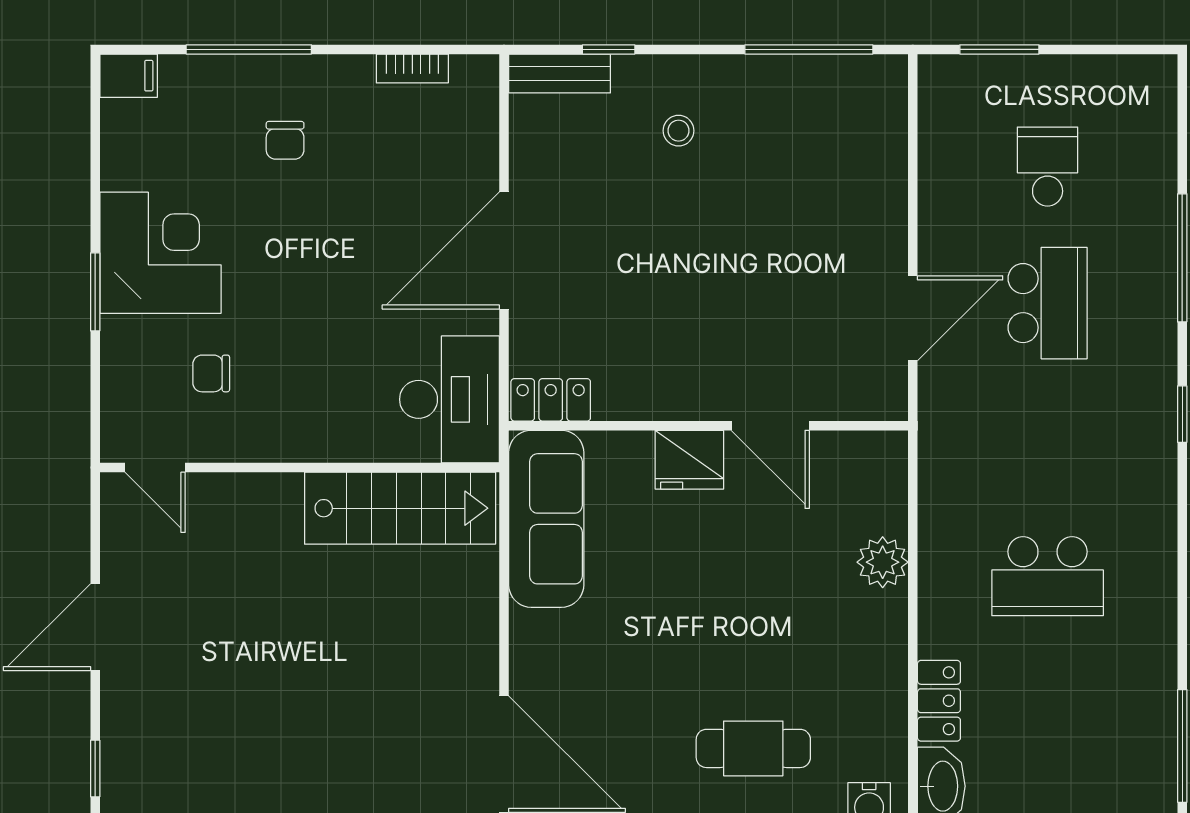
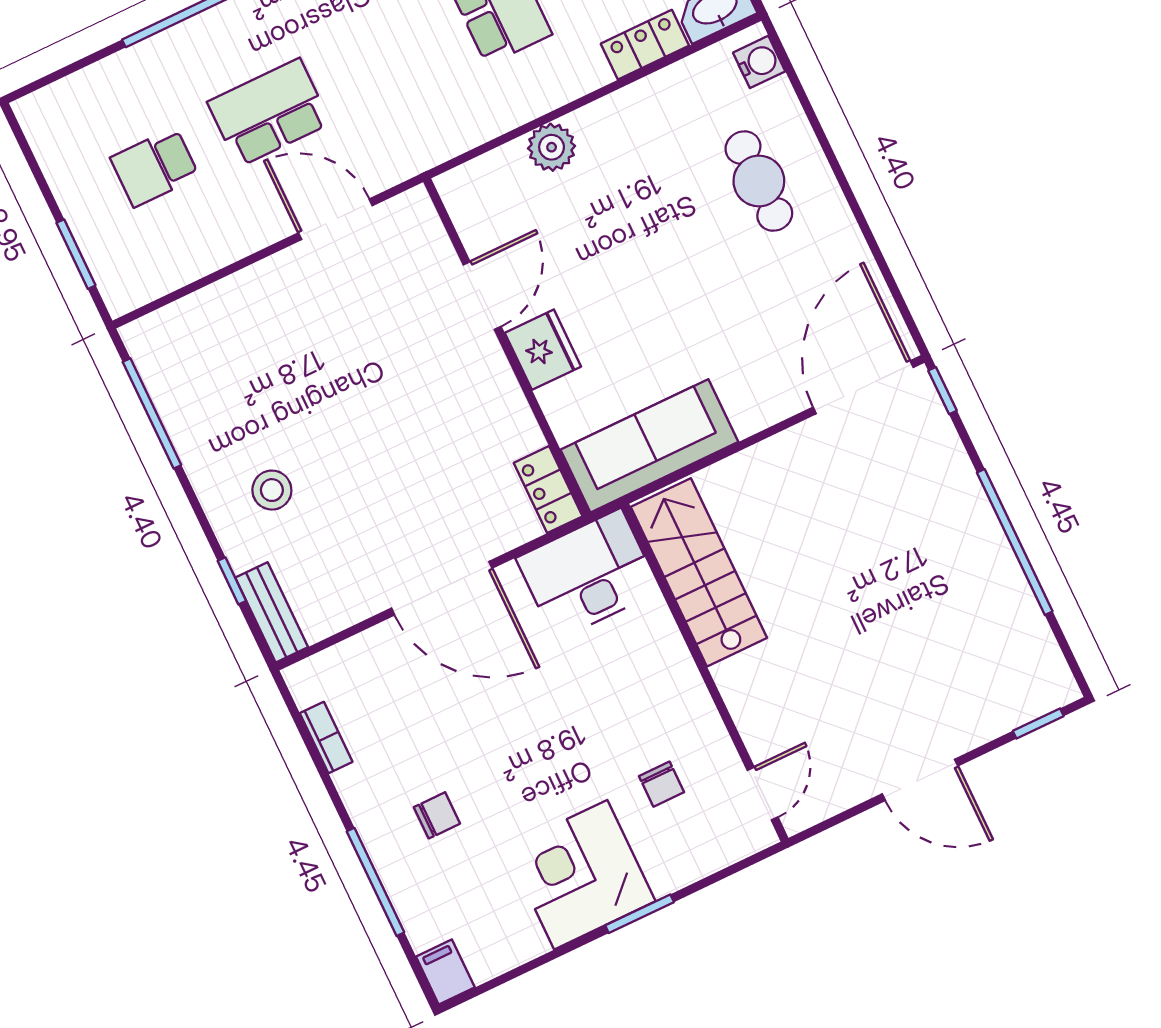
stool: (679, 131) -> (272, 490), width x1.37, depth x1.37

